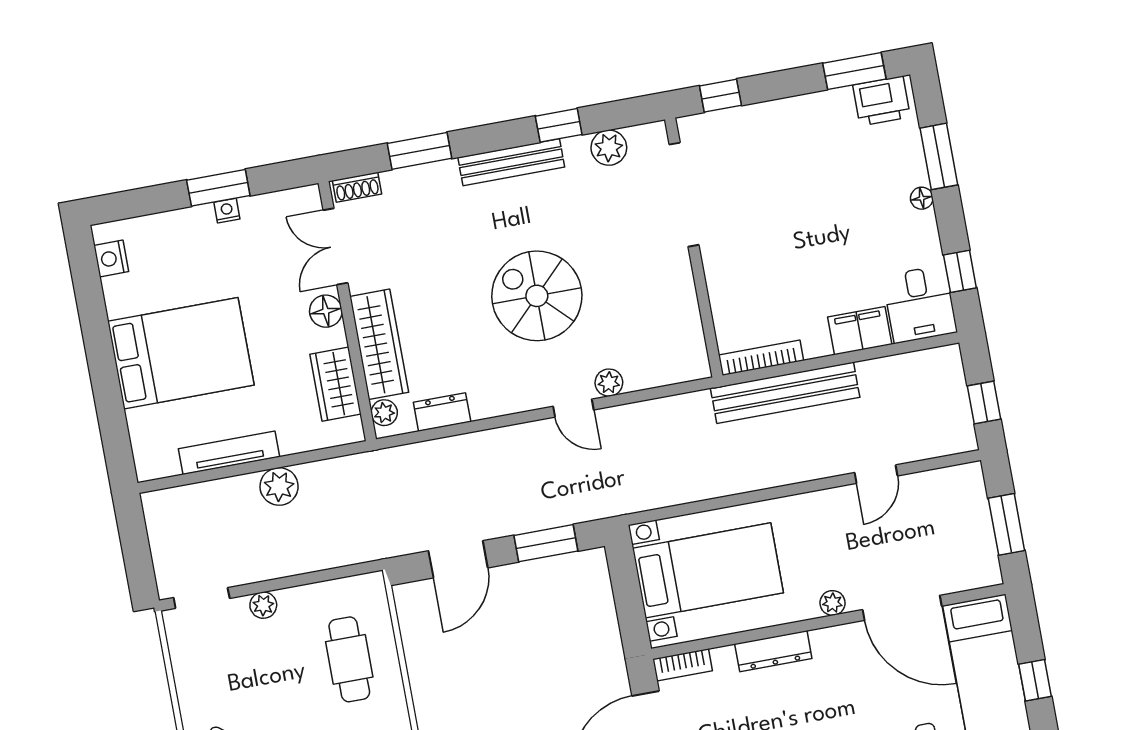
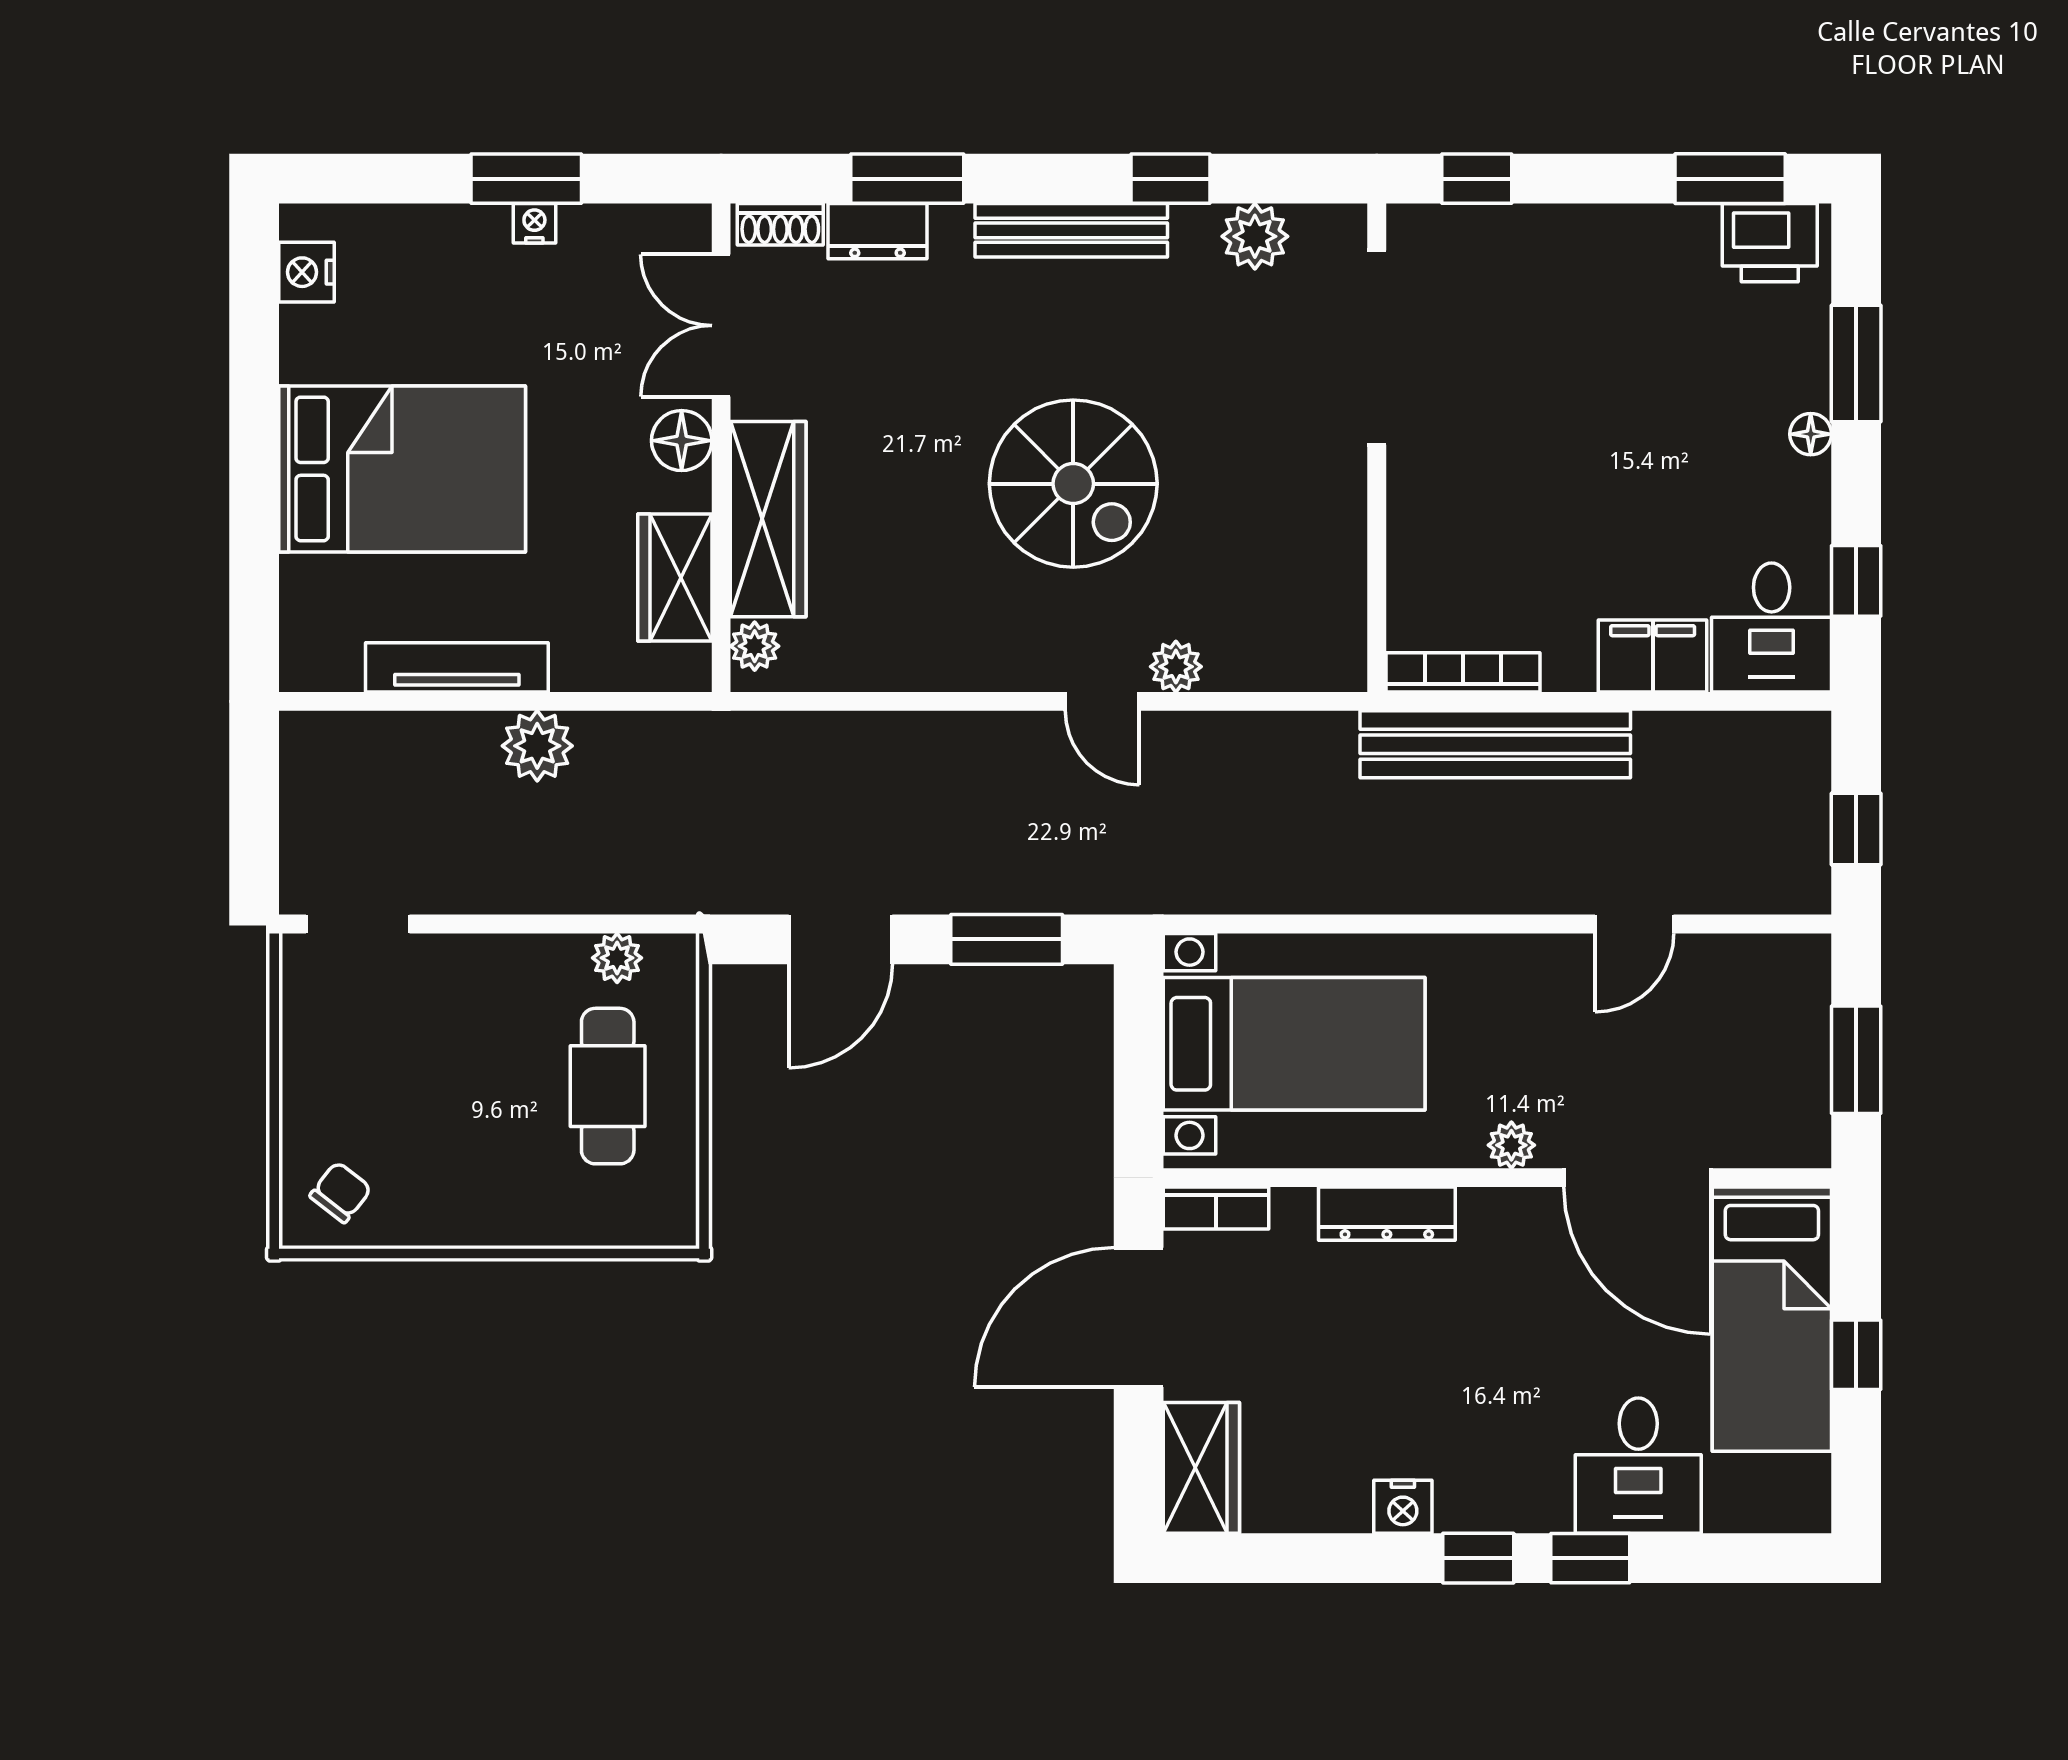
spiral stairs: (537, 296) -> (1073, 484), turned 180
dresser: (442, 412) -> (877, 231), moved, turned 180
plant: (263, 605) -> (617, 958), moved

